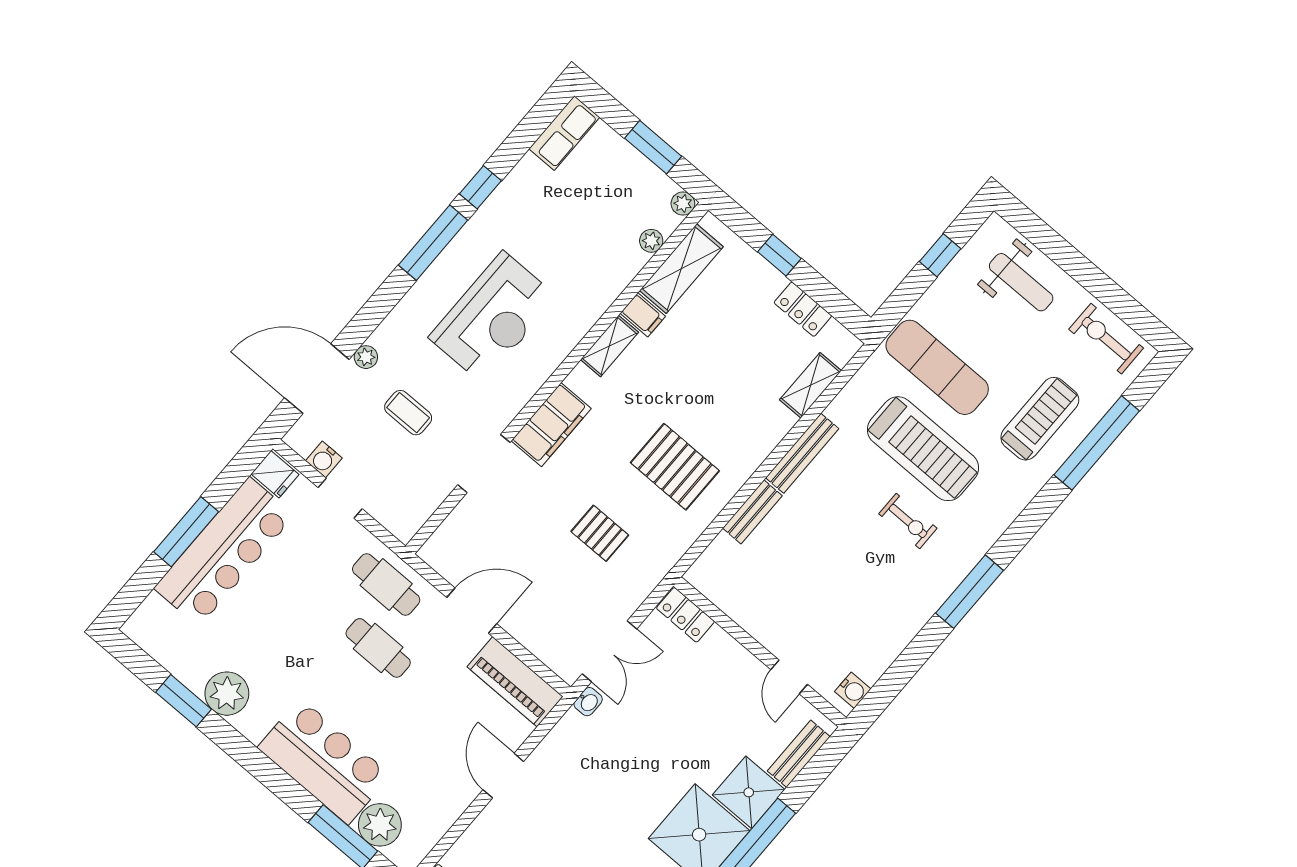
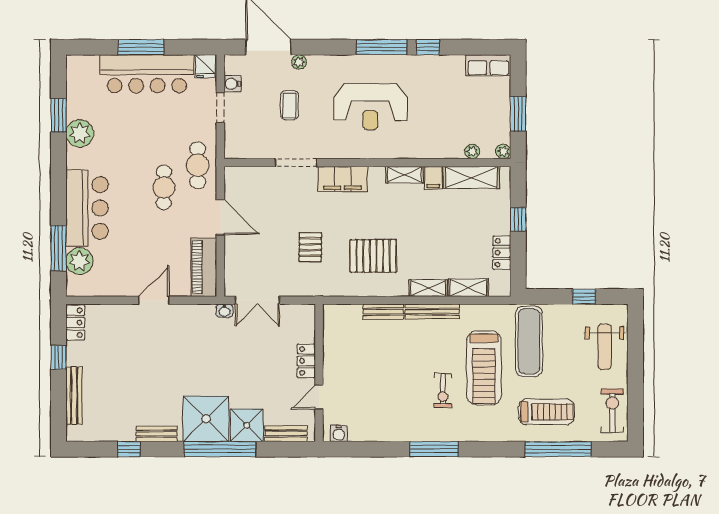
shelving: (770, 434) -> (428, 288), added
pallet: (675, 467) -> (373, 256), turned 90
locker: (685, 615) -> (306, 361), moved

